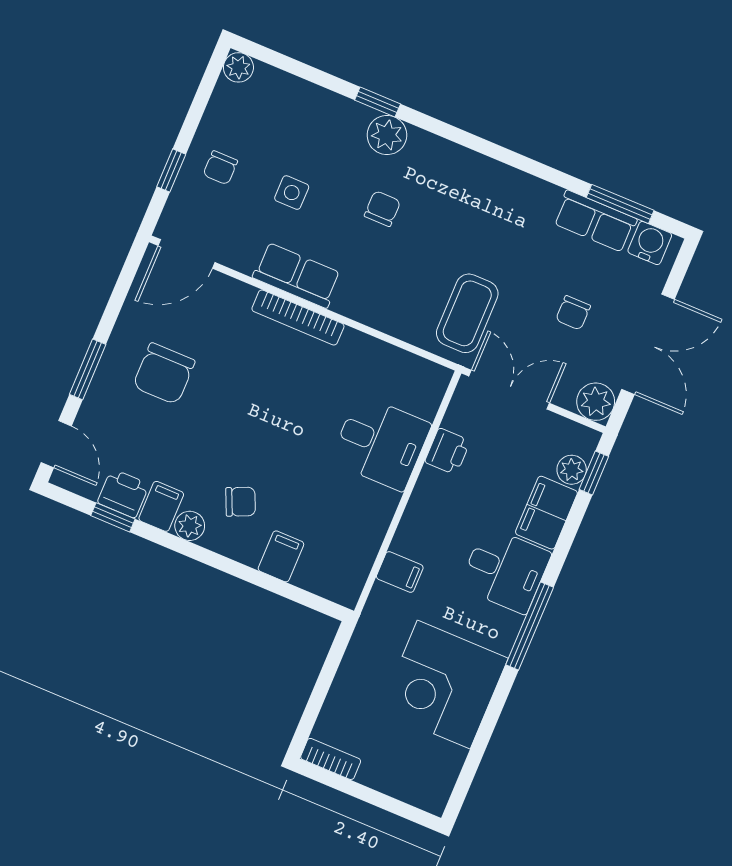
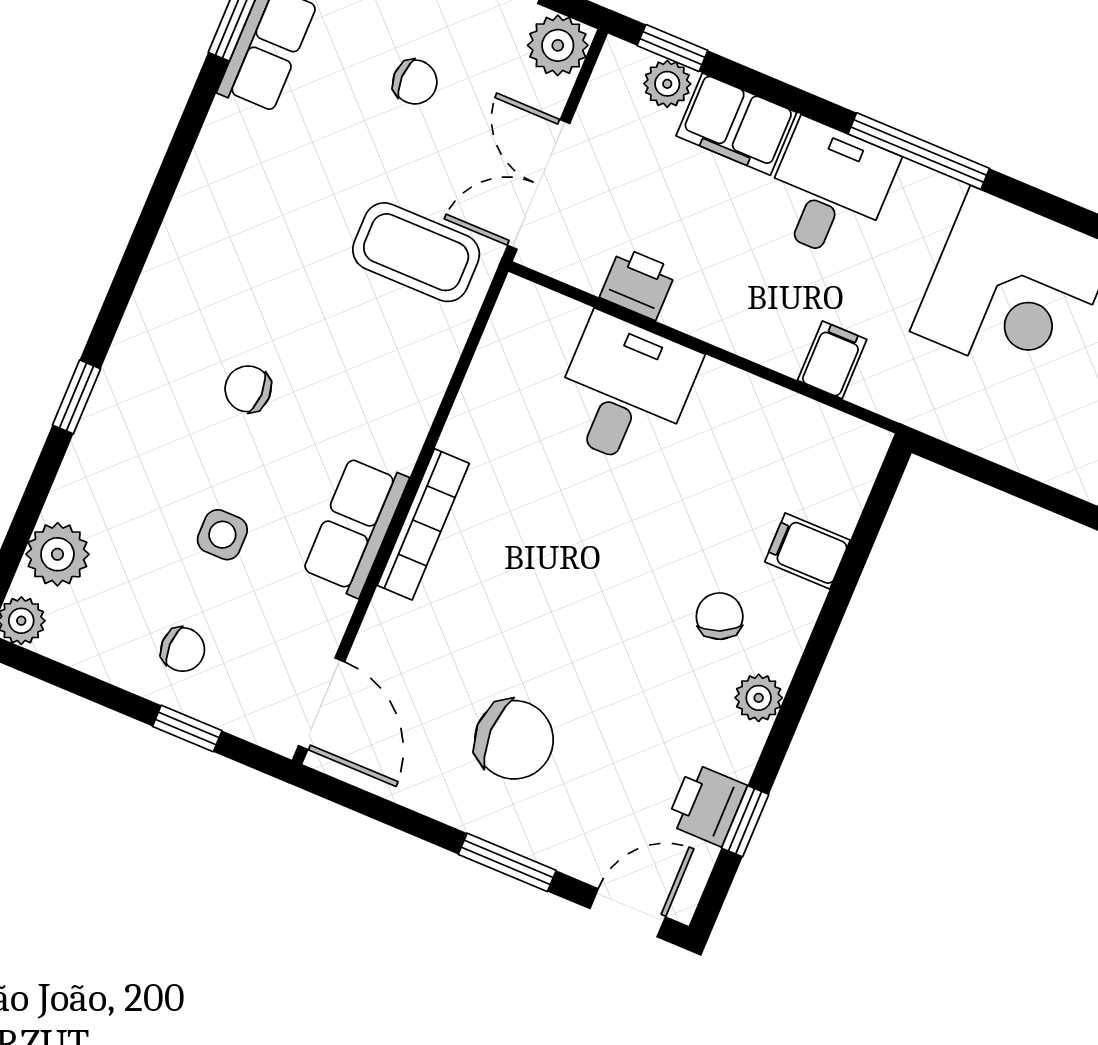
plant: (387, 135) -> (57, 554), moved
filing cabinet: (161, 506) -> (727, 744), removed

